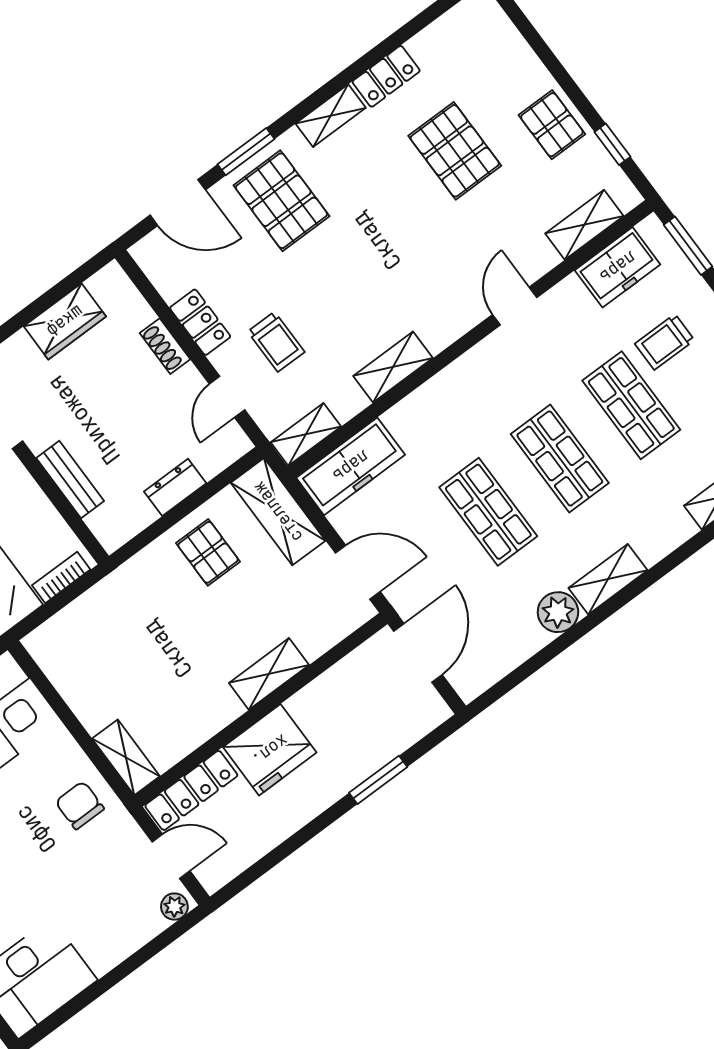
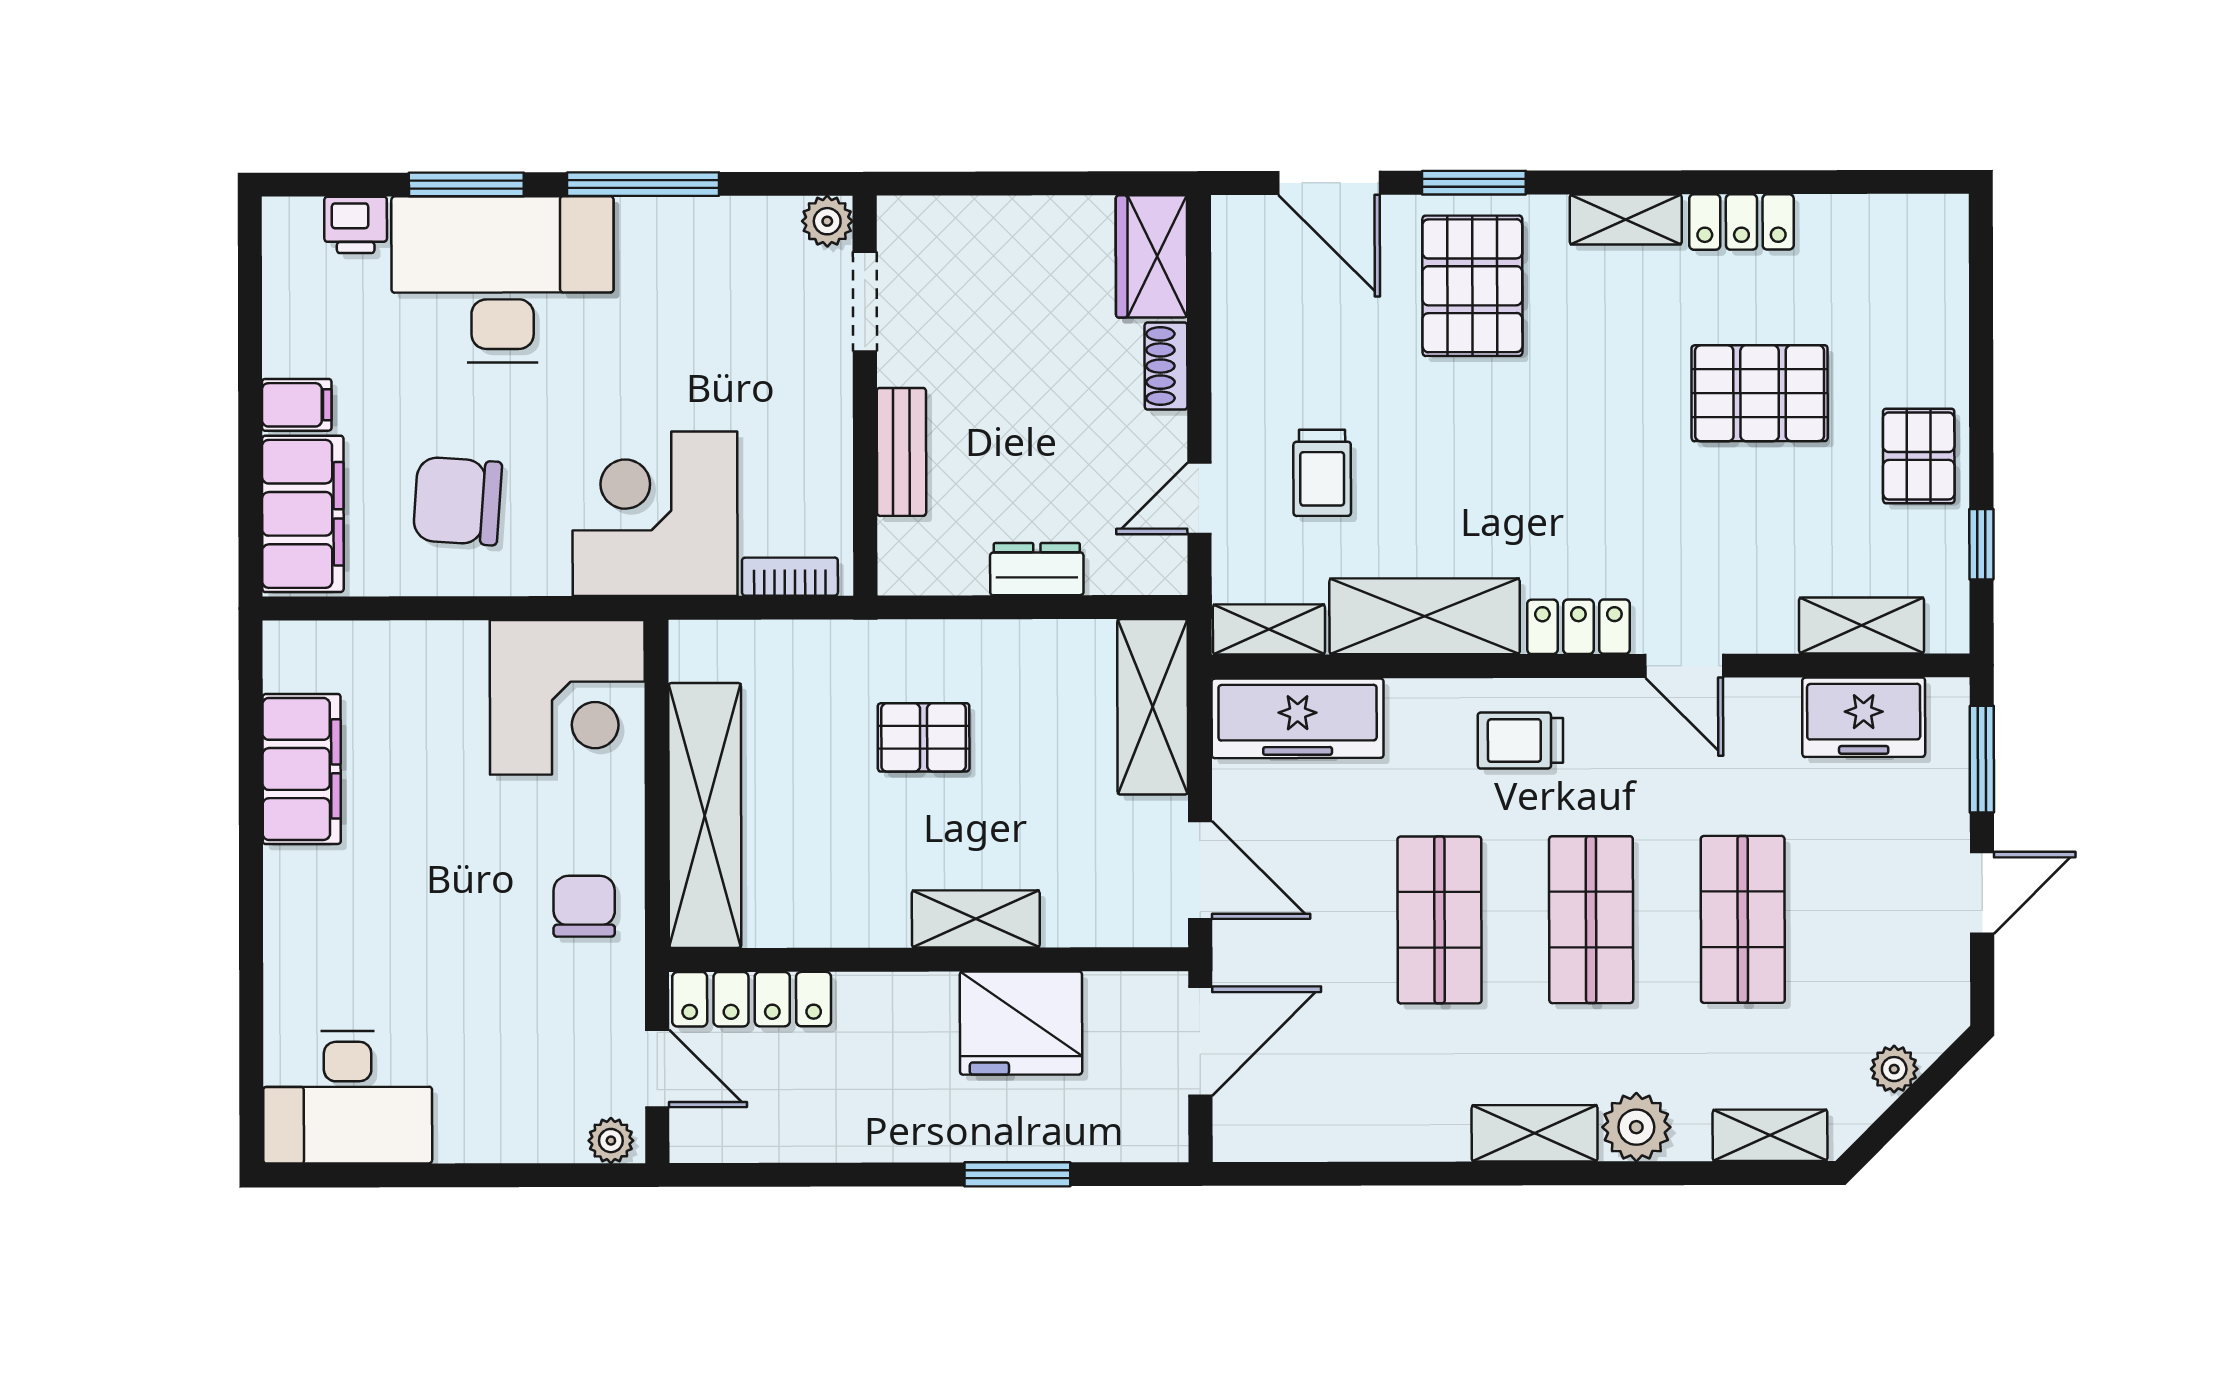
pallet: (455, 151) -> (1760, 393), turned 90
door: (515, 306) -> (1684, 666), swing flipped
wardrobe: (65, 321) -> (1152, 256), moved, turned 90
locker: (200, 322) -> (1578, 627), moved, turned -90
trolley: (665, 342) -> (1520, 740), moved
shelving: (393, 367) -> (1425, 616), width x1.50, depth x1.33
pallet: (208, 552) -> (924, 737), moved, turned 90
plant: (558, 612) -> (1636, 1127), moved
fridge: (270, 750) -> (1021, 1023), moved
shelving: (126, 757) -> (705, 815), width x2.20, depth x1.33

